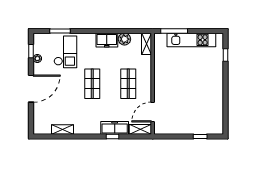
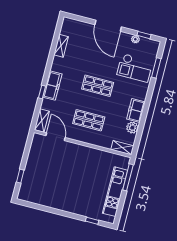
freezer: (115, 128) -> (52, 86), moved

